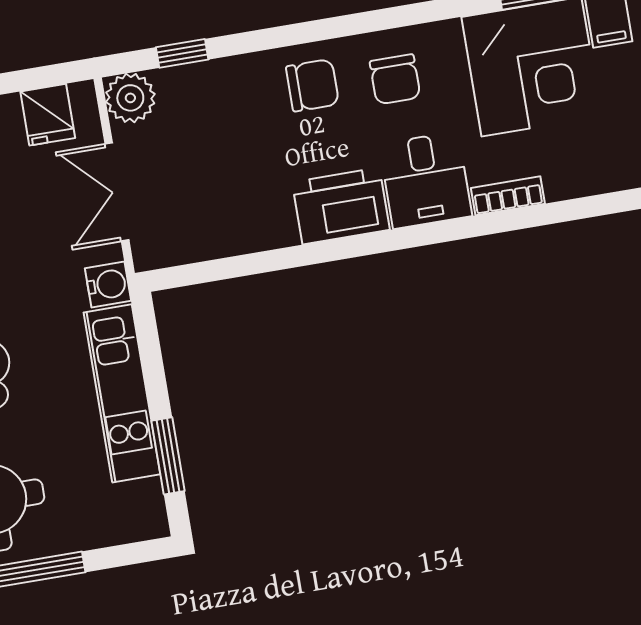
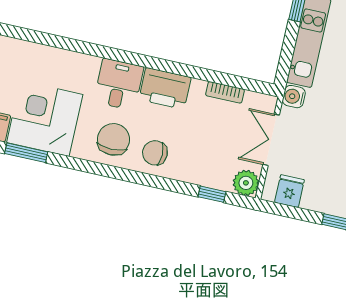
chair: (395, 79) -> (114, 139), width x1.37, depth x1.37
double door: (117, 192) -> (271, 140), swing flipped
bookcase: (508, 196) -> (225, 92), moved

